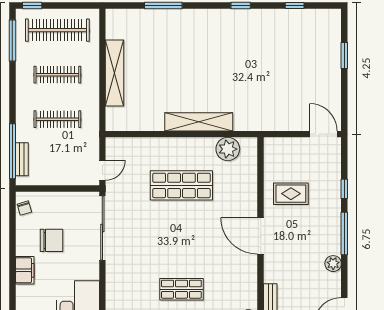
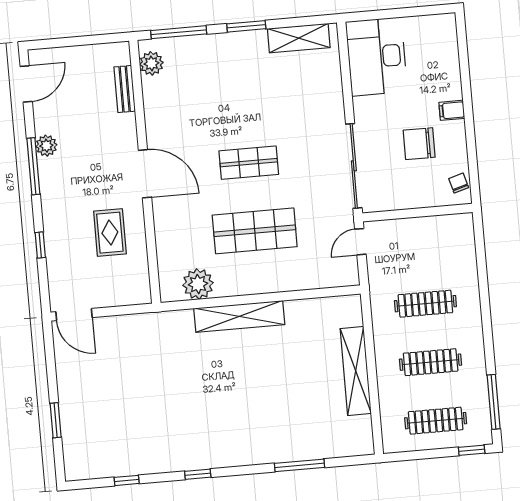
clothes rail: (57, 30) -> (436, 421), width x0.73, depth x0.76
window: (12, 151) -> (481, 256), removed
bench: (22, 159) -> (468, 247), removed
rug: (291, 194) -> (110, 233), turned 90
window: (344, 233) -> (33, 166), moved
filing cabinet: (25, 270) -> (452, 110), width x0.50
shop shelf: (181, 289) -> (249, 163), moved

